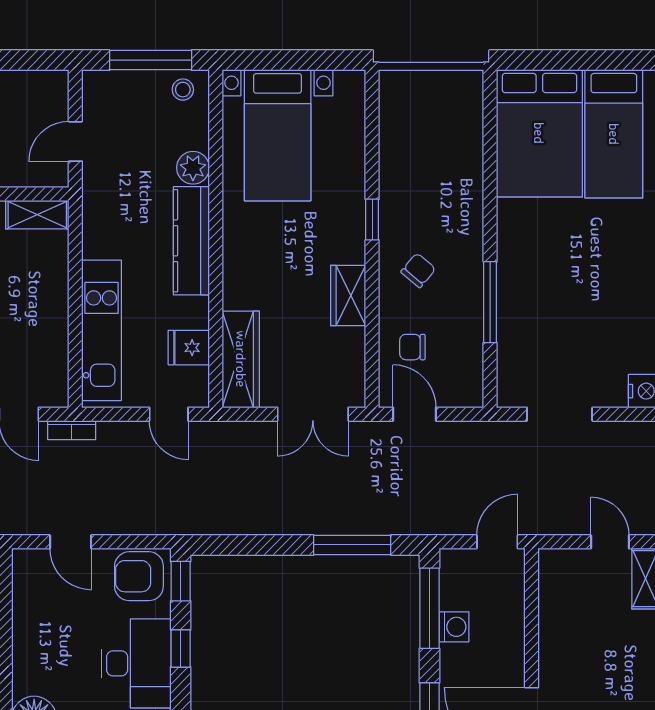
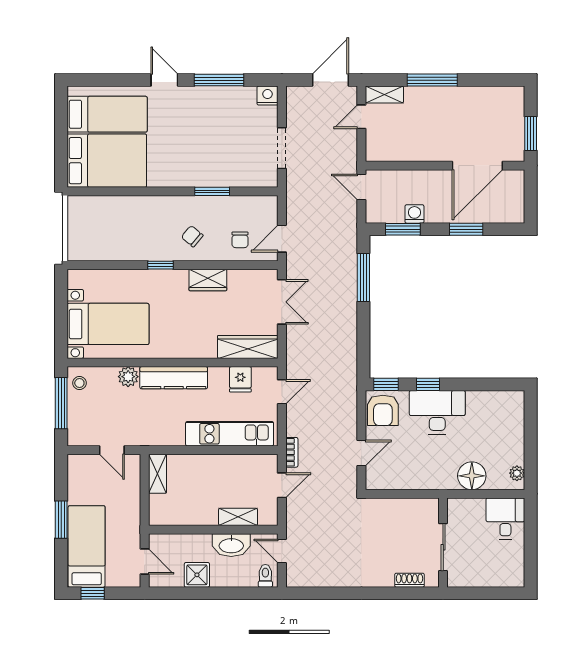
window: (490, 302) -> (212, 191), width x0.69
window: (429, 608) -> (403, 229), width x0.69

